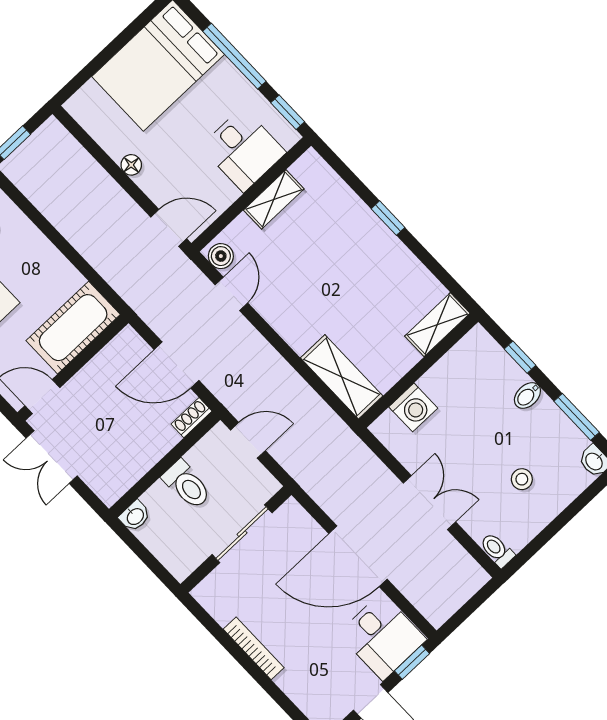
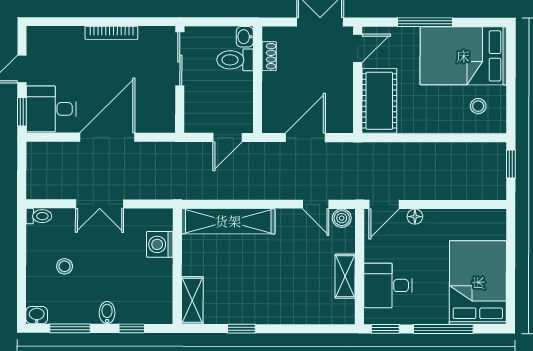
floor lamp: (131, 165) -> (415, 217), moved
window: (388, 218) -> (241, 329), moved
shelving: (342, 377) -> (228, 221), width x1.47
shoe rack: (191, 418) -> (269, 56), moved
toilet: (187, 485) -> (235, 60), moved
sliding door: (242, 534) -> (180, 59), moved

